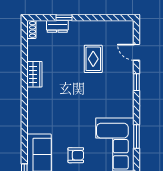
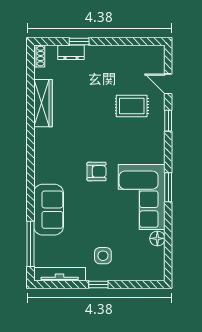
rug: (93, 59) -> (132, 106), moved, turned 90
wardrobe: (34, 74) -> (43, 103), width x1.50
armchair: (76, 155) -> (97, 171), moved

